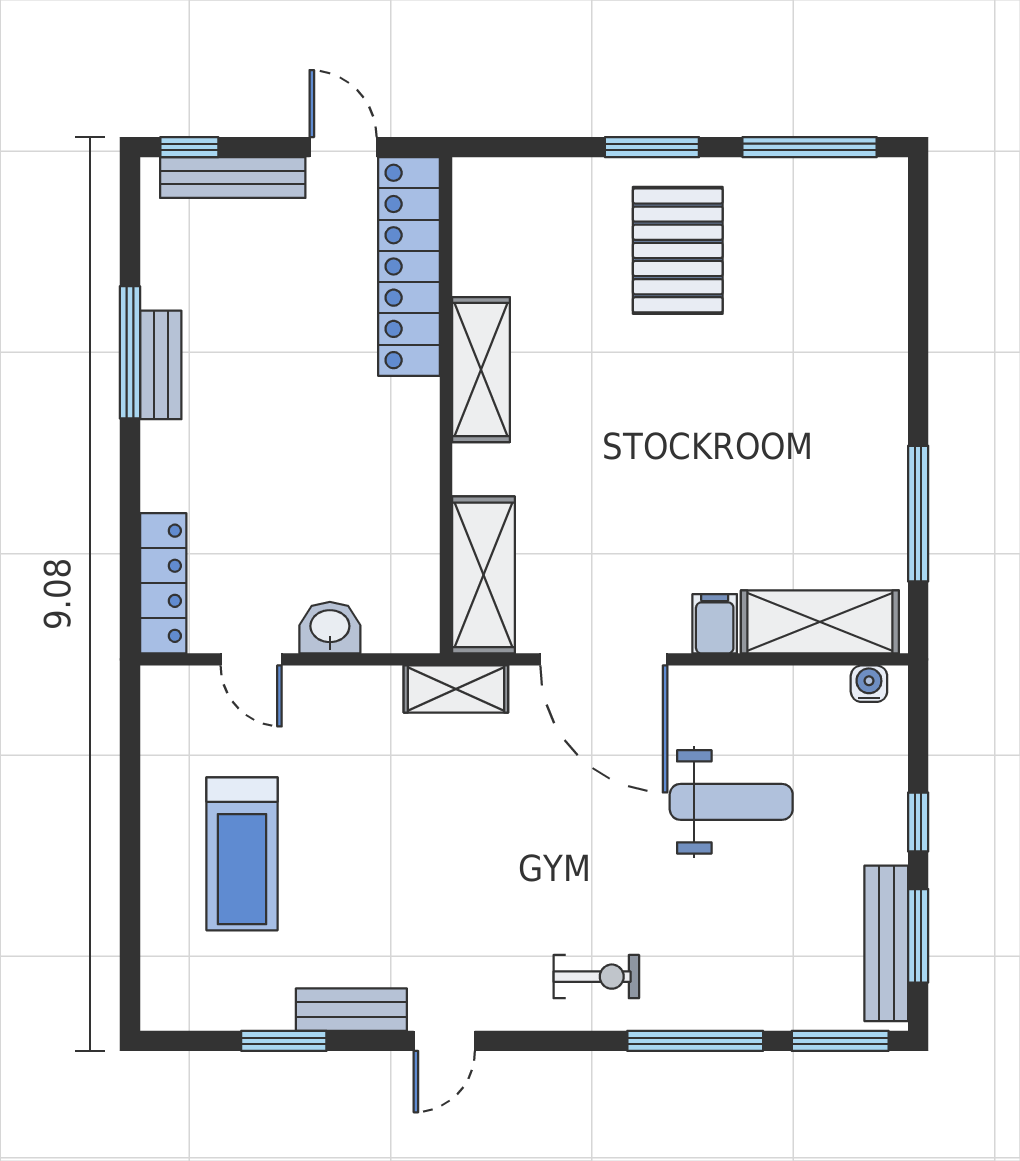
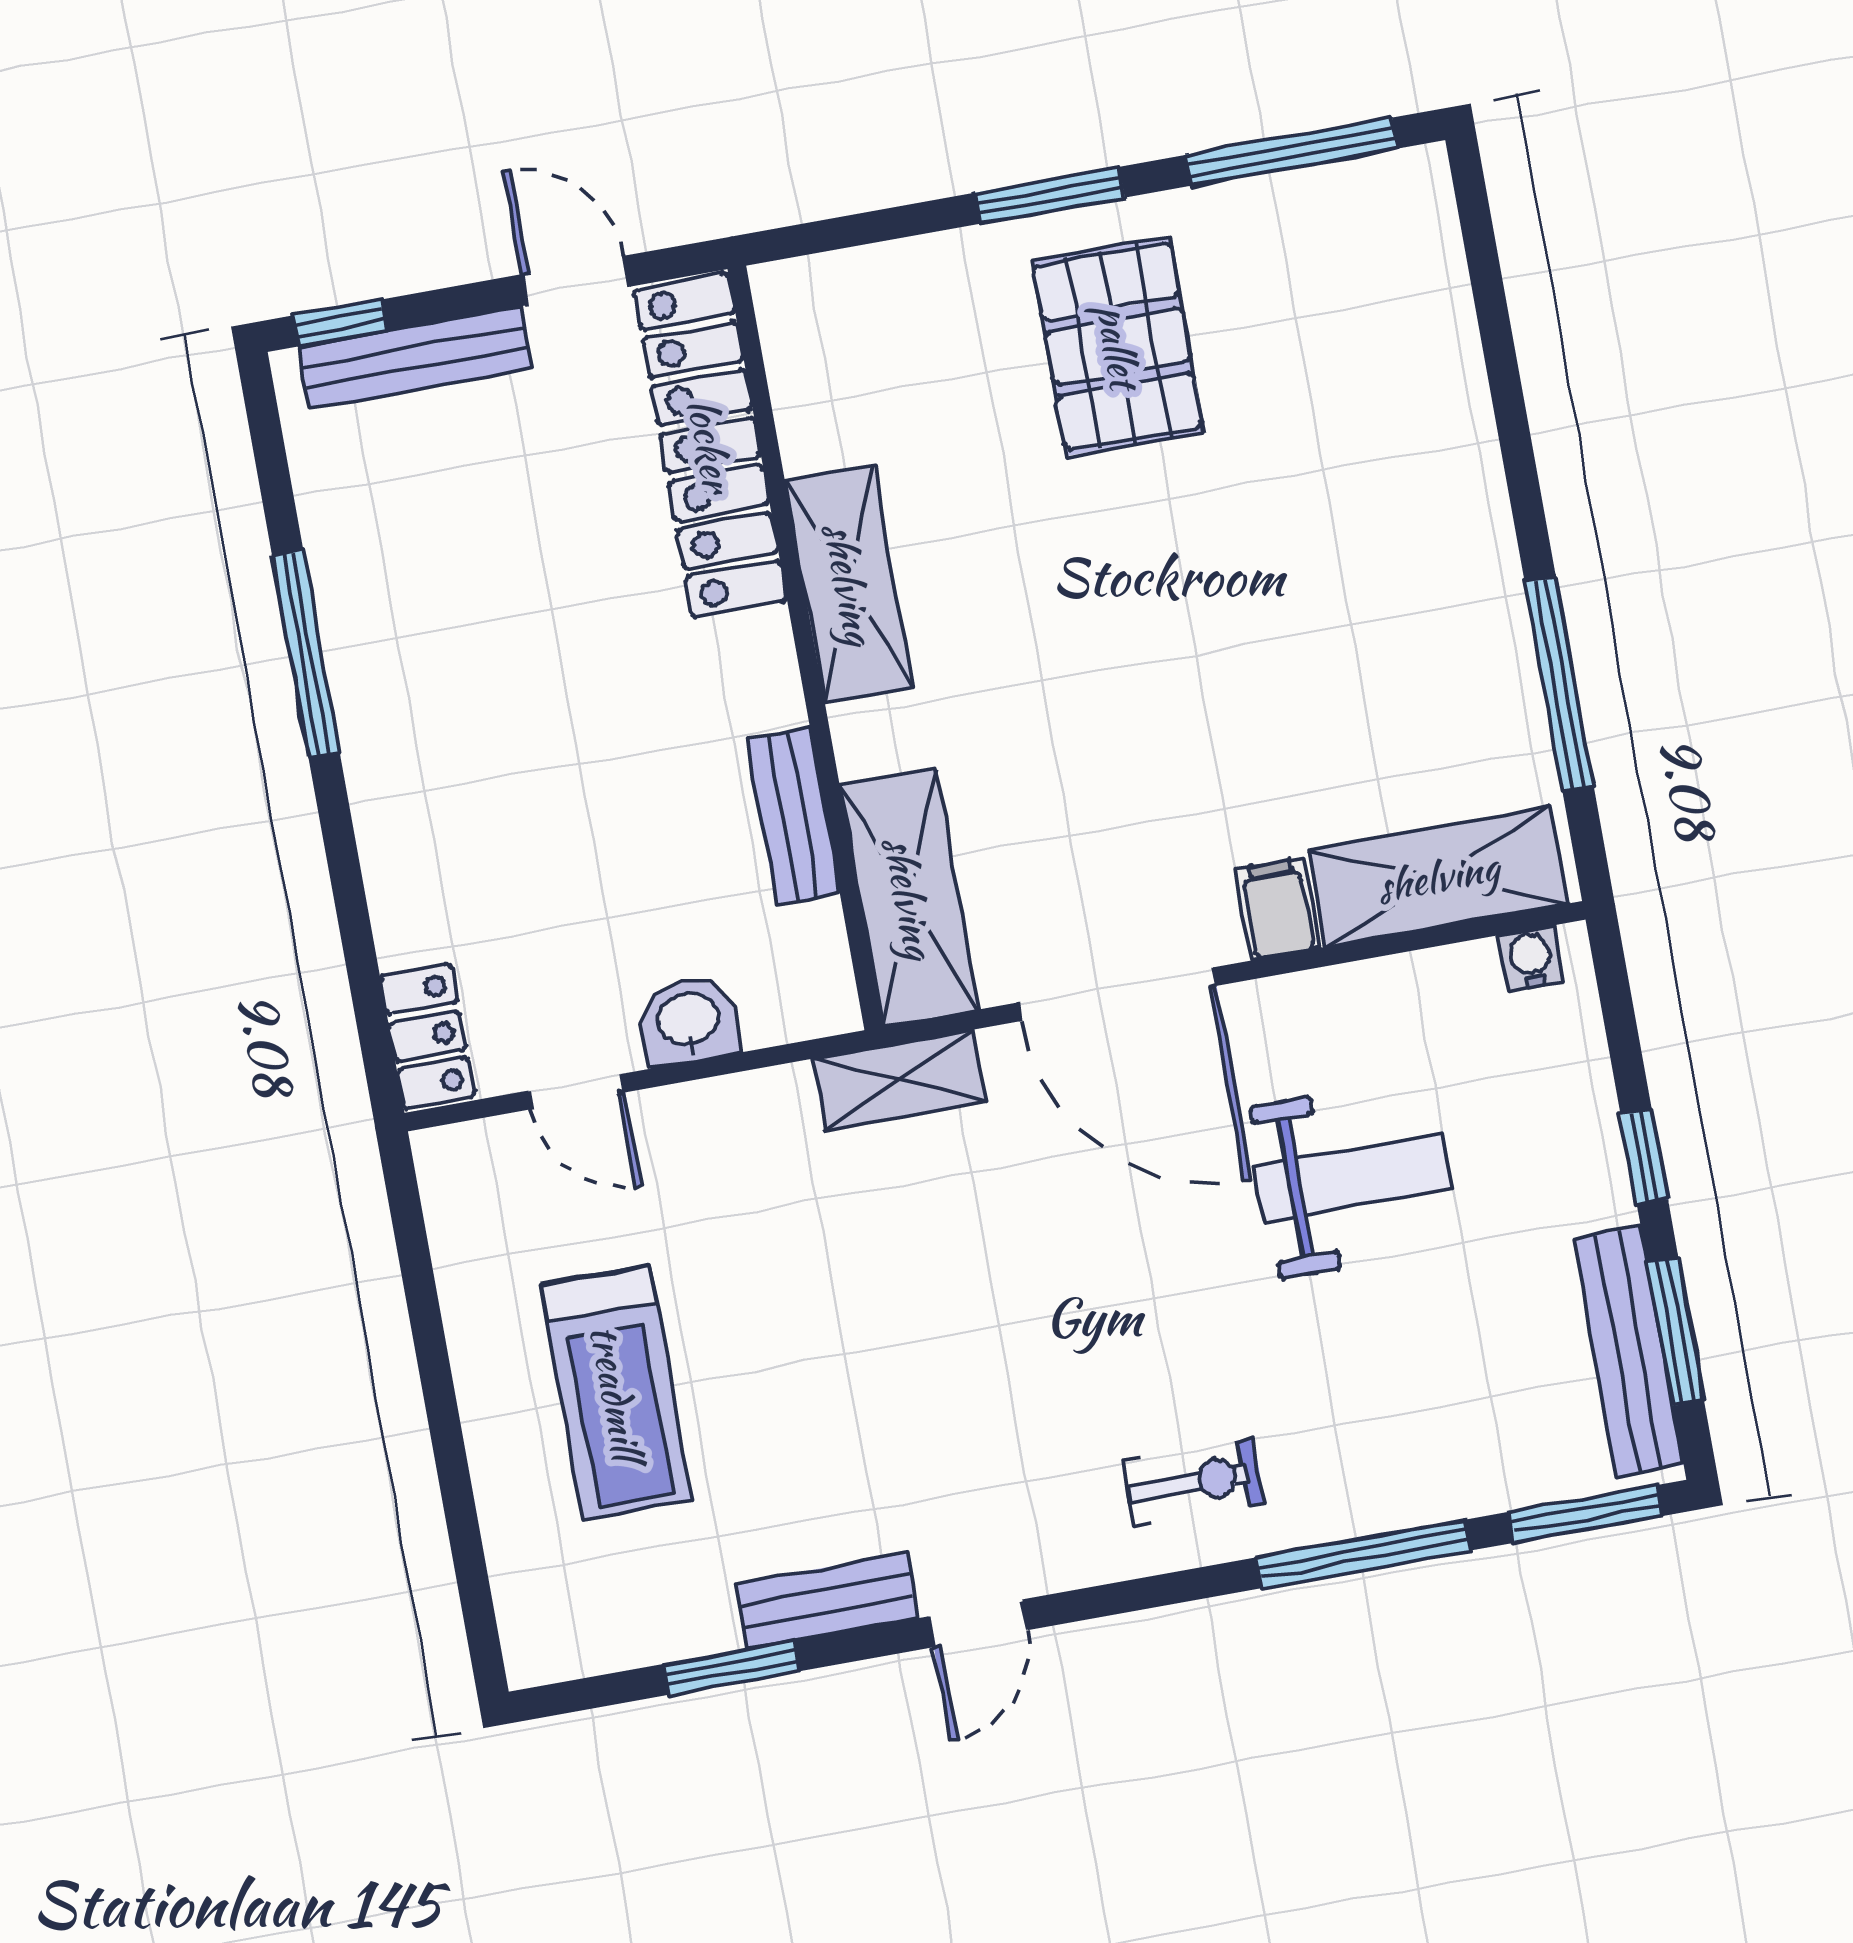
bench: (161, 365) -> (793, 816), moved
locker: (163, 583) -> (427, 1036), width x0.66

